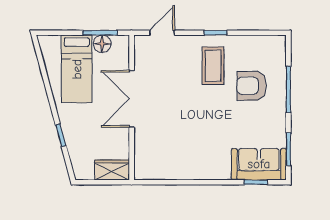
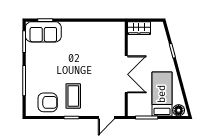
floor lamp: (102, 44) -> (179, 110), moved
armchair: (252, 86) -> (48, 102), moved

